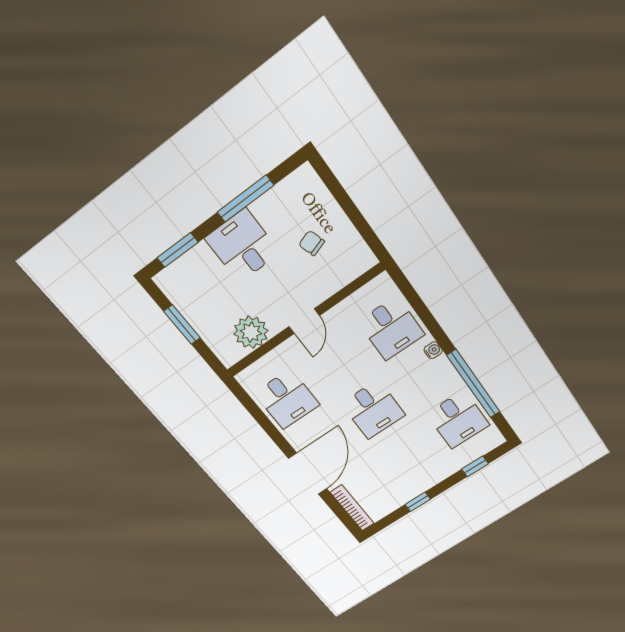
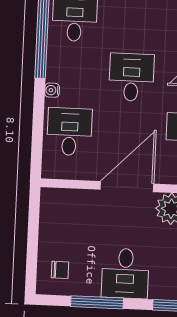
chair: (312, 243) -> (60, 270), moved, turned -72
door: (304, 321) -> (127, 187), width x1.88

